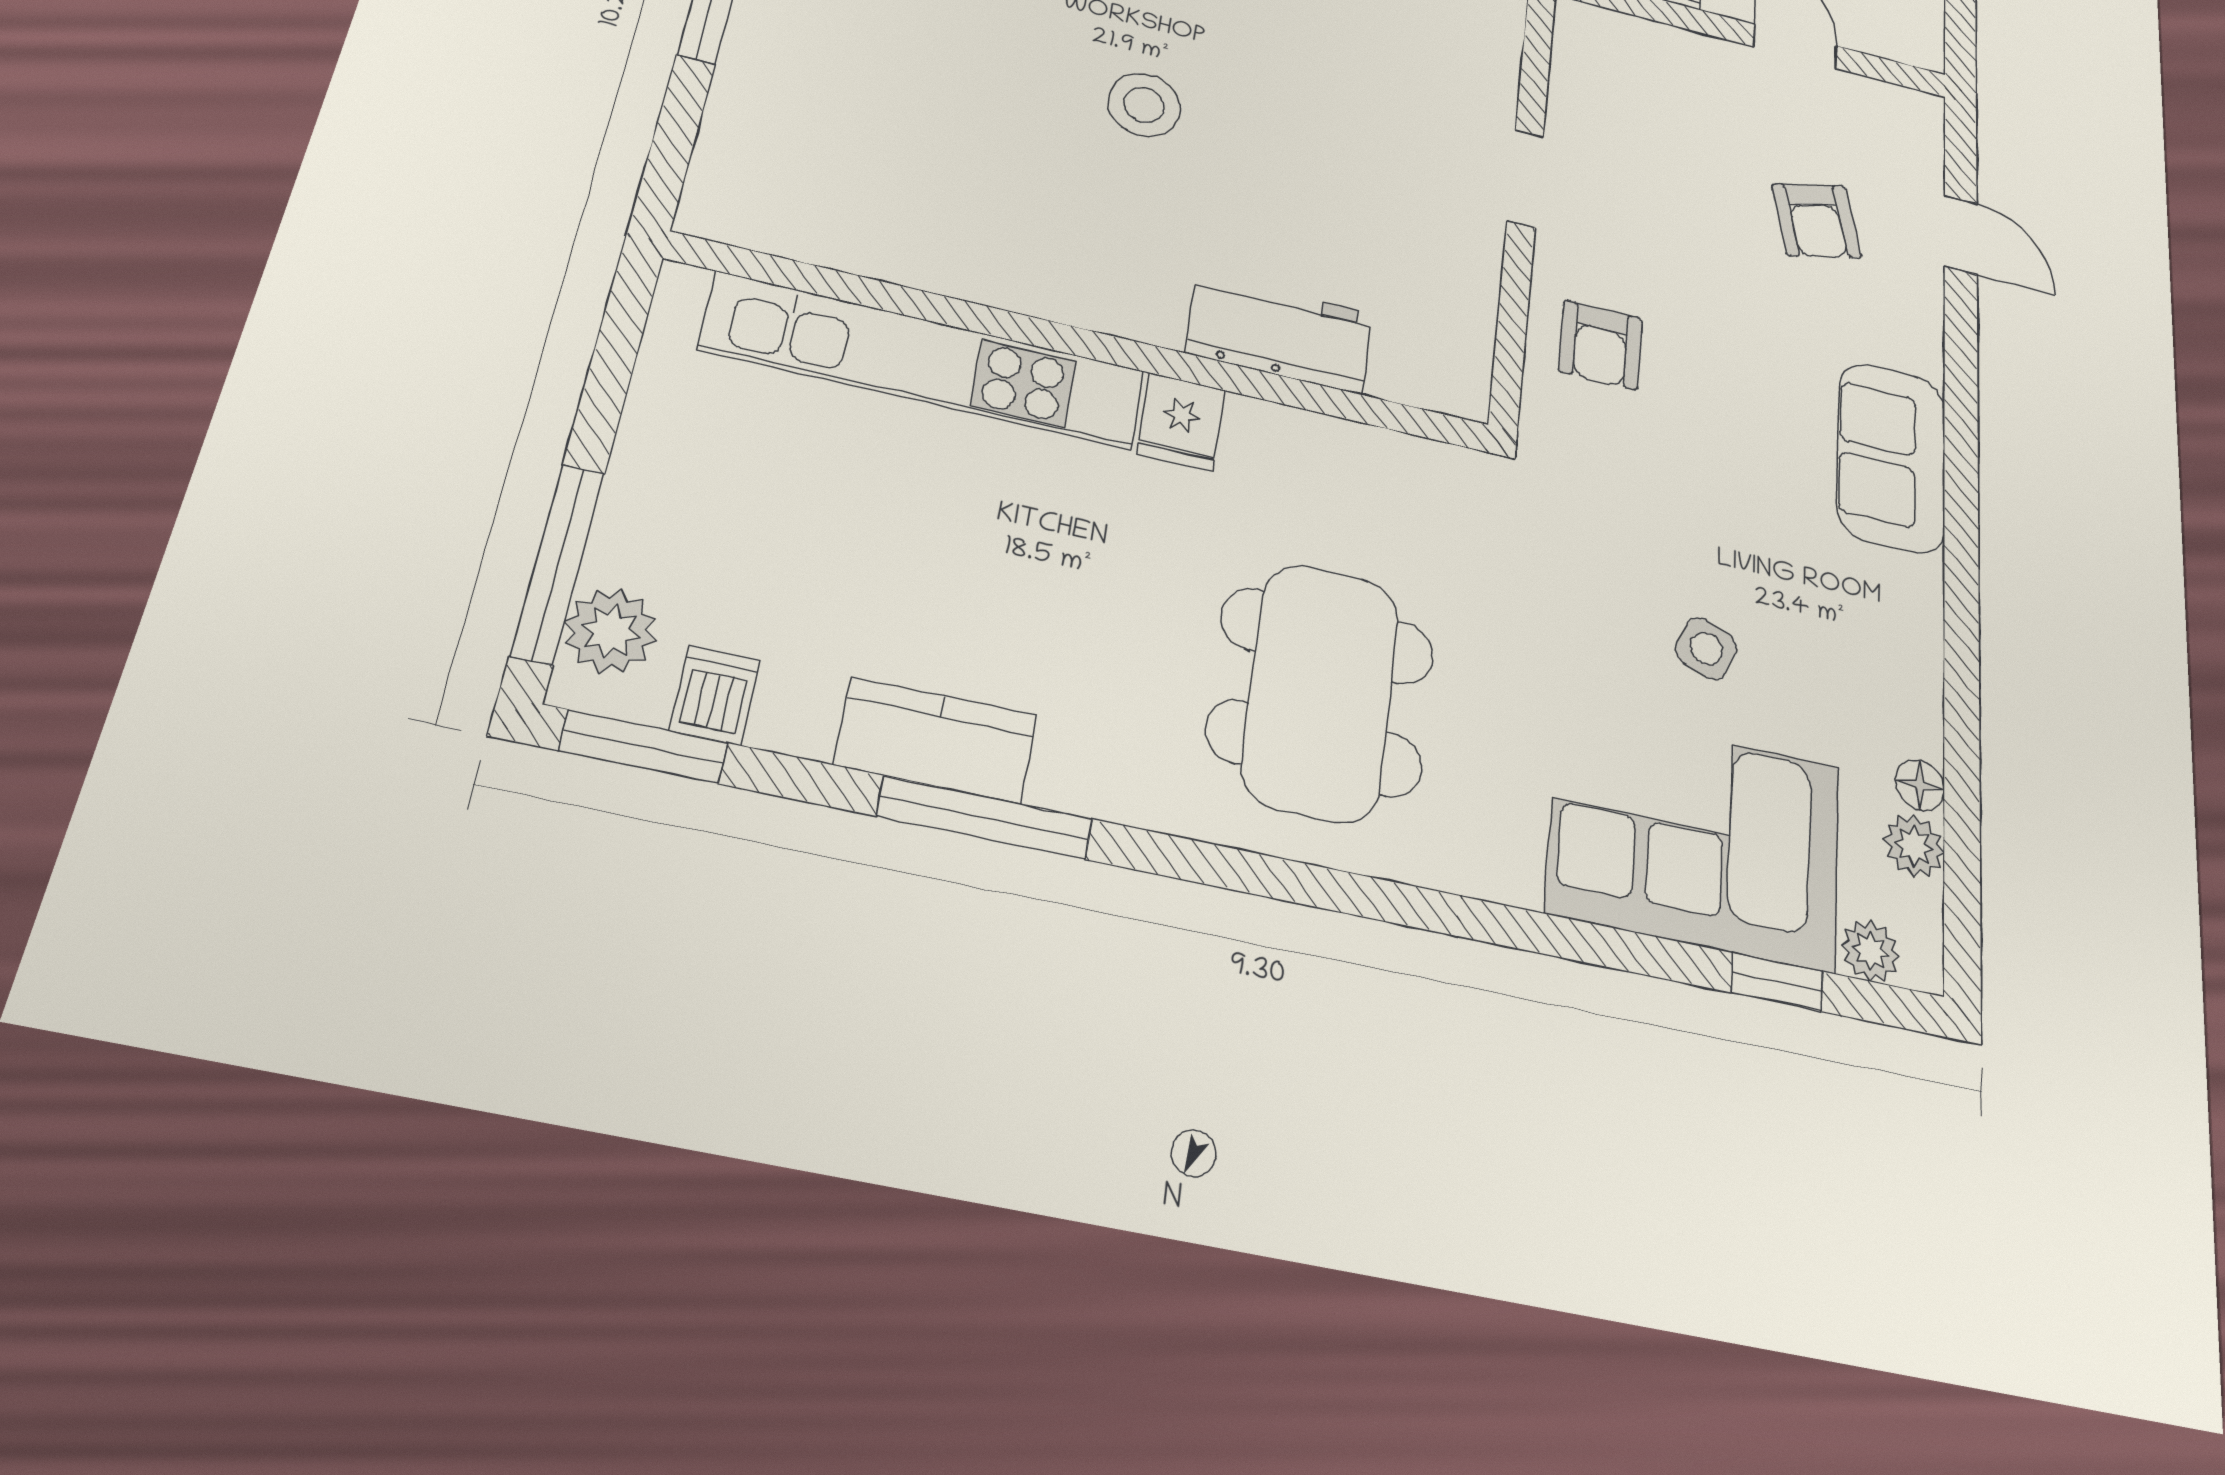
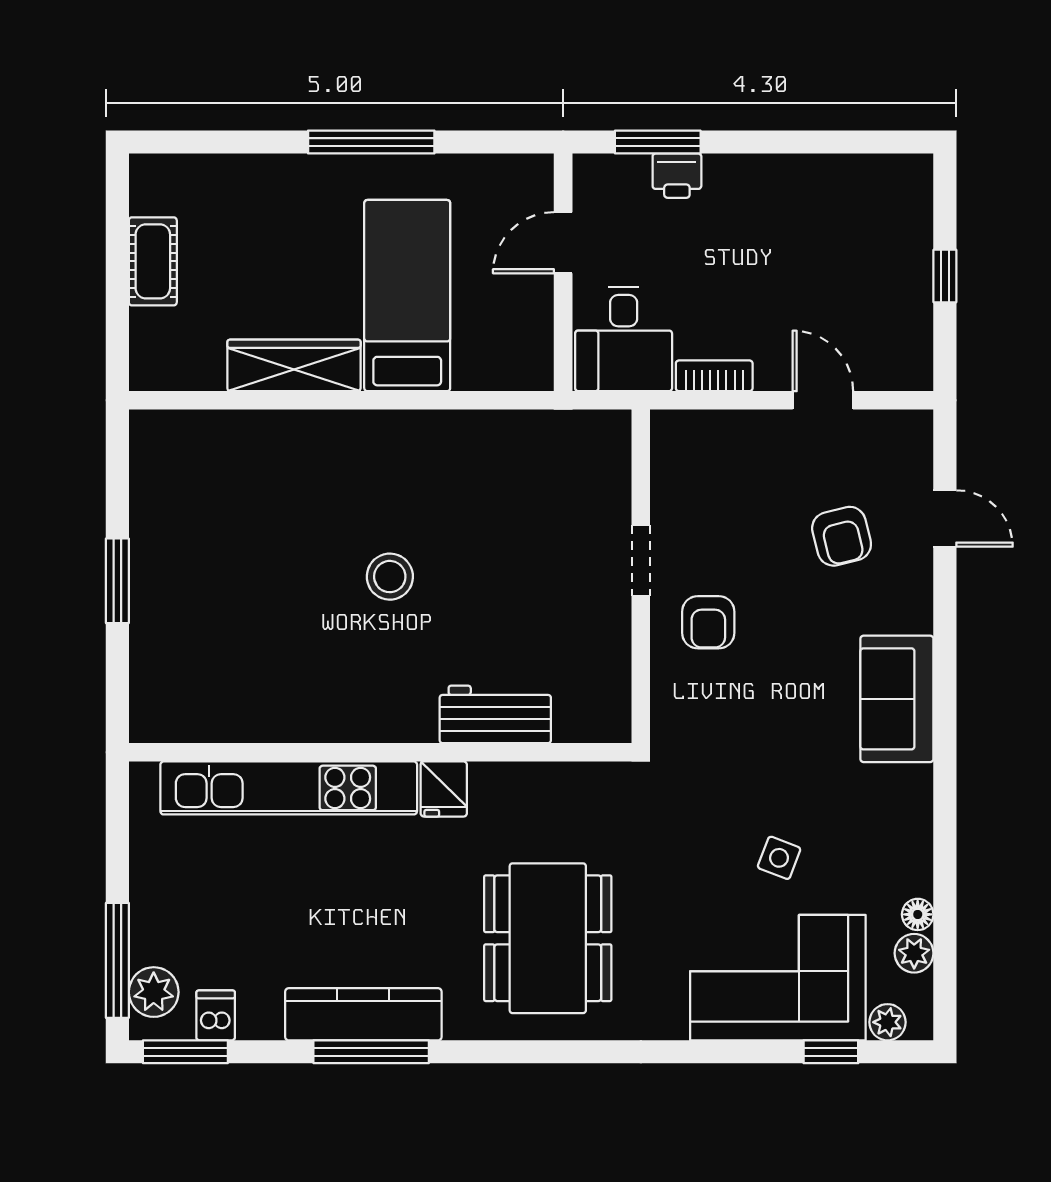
armchair: (1601, 345) -> (708, 622), moved
kitchen counter: (936, 740) -> (363, 1014), width x1.50

